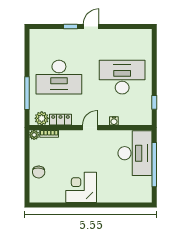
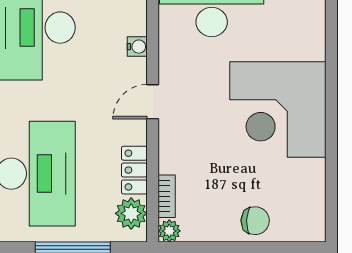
door: (90, 128) -> (153, 102), hinge flipped
corner desk: (81, 187) -> (278, 109), width x1.36, depth x1.36

